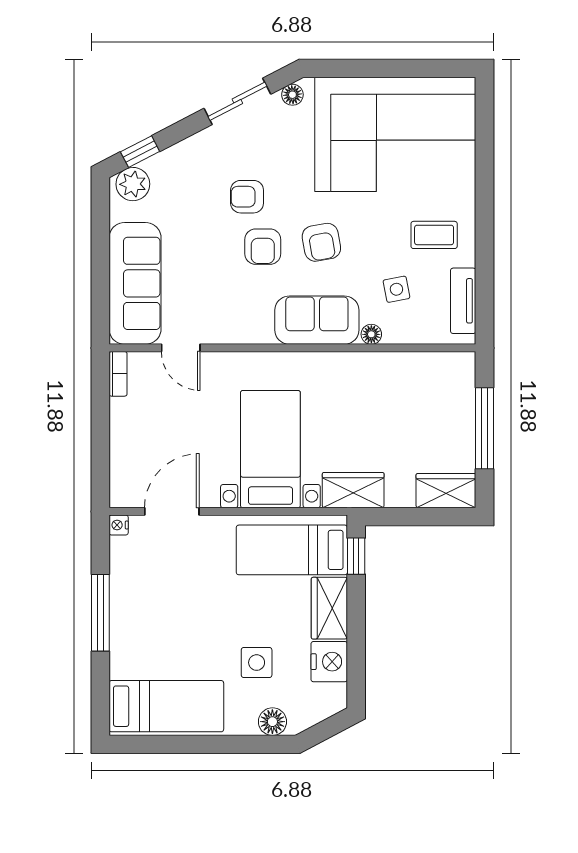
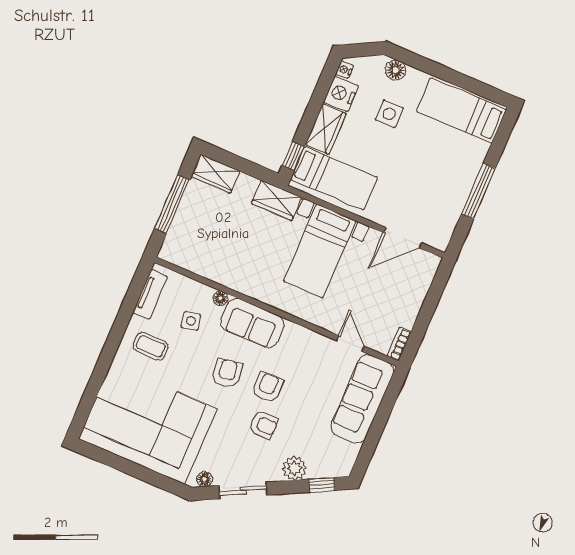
plant: (133, 184) -> (295, 468), moved
nightstand: (119, 525) -> (345, 70), moved, turned 180

